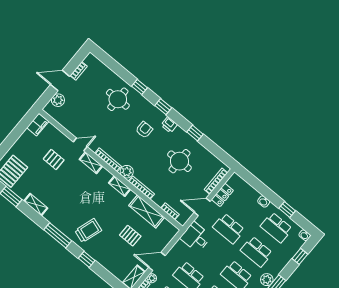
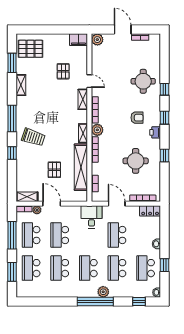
plant: (58, 100) -> (97, 40), moved
locker: (222, 195) -> (150, 211), moved
shelving: (147, 212) -> (81, 167), width x1.47

